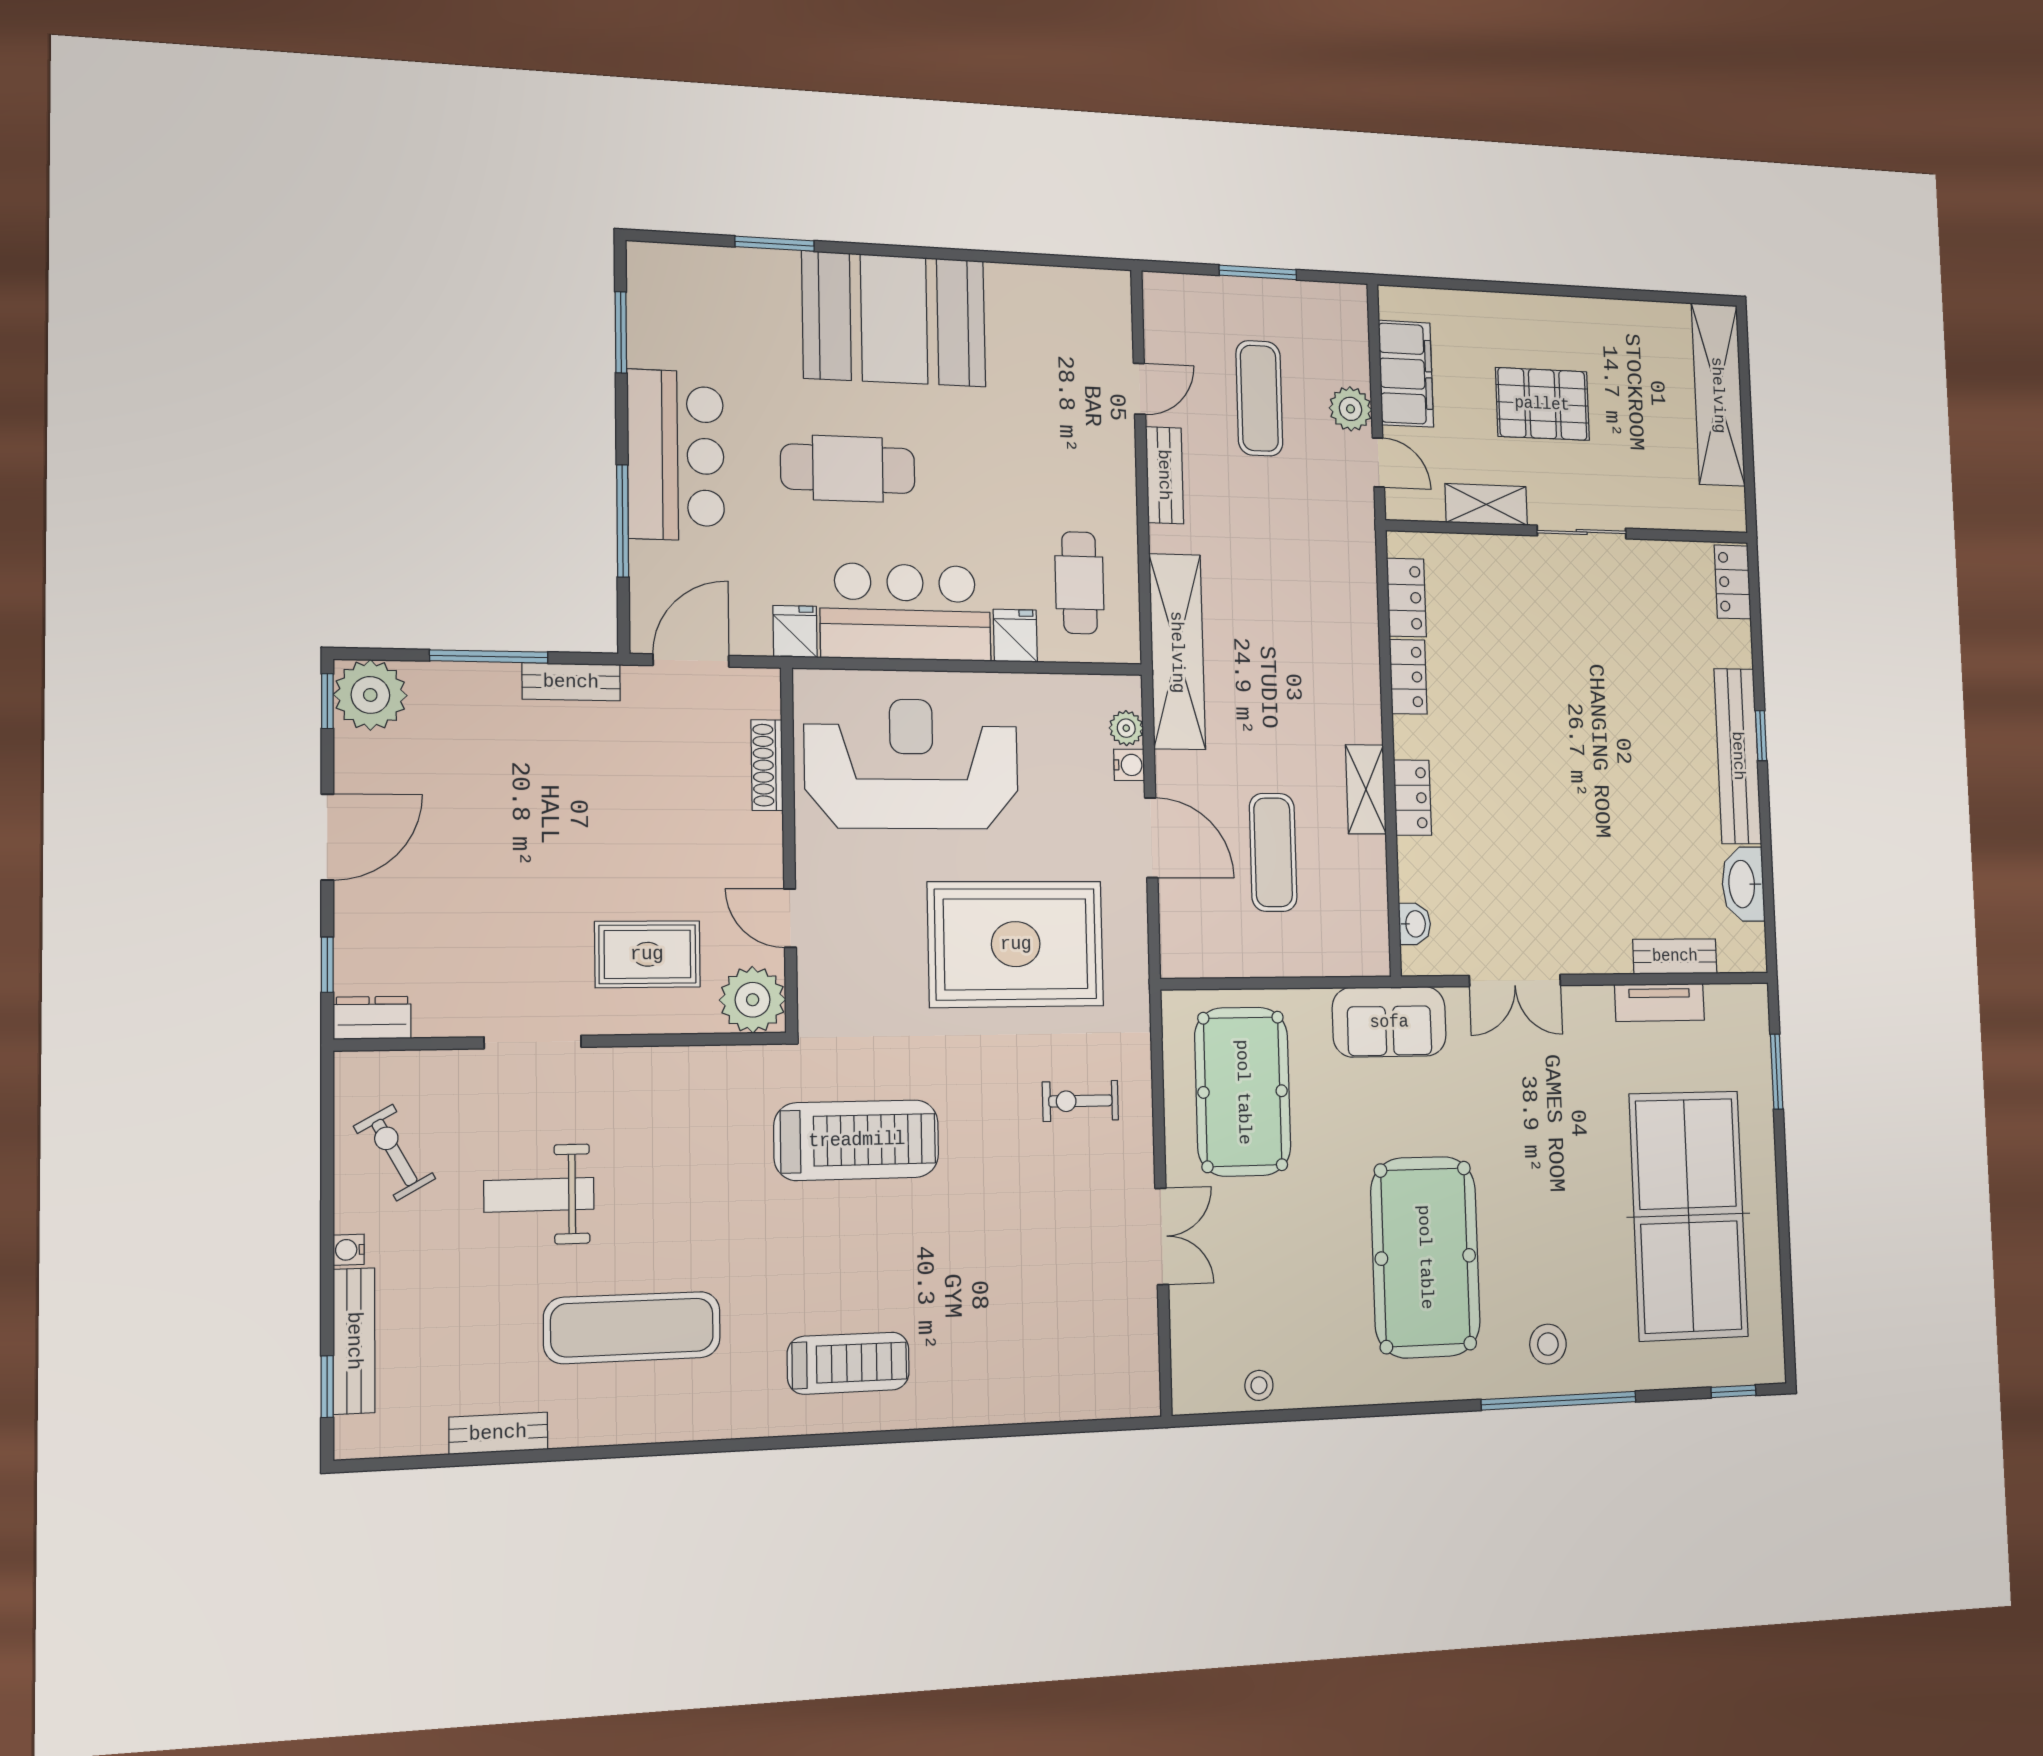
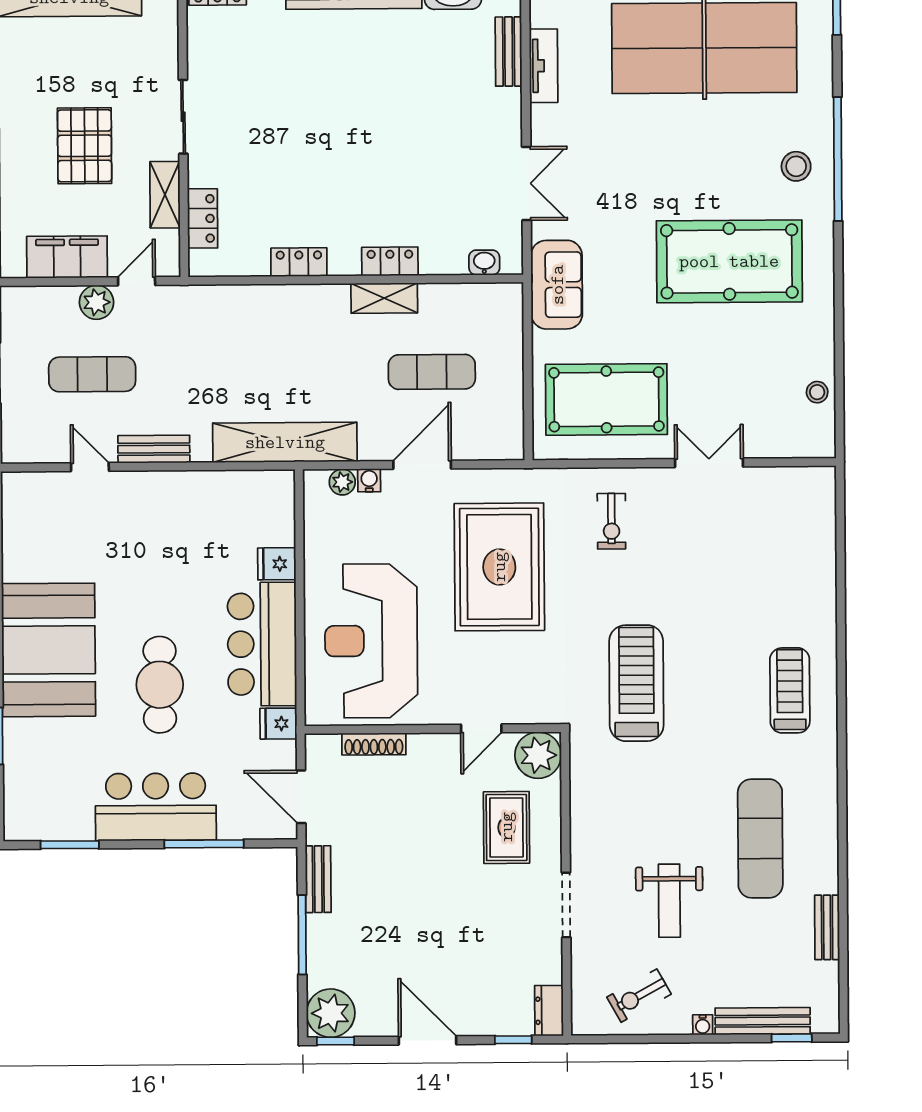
cafe table: (1080, 583) -> (236, 515), removed
locker: (1406, 598) -> (203, 218), moved, turned 90

